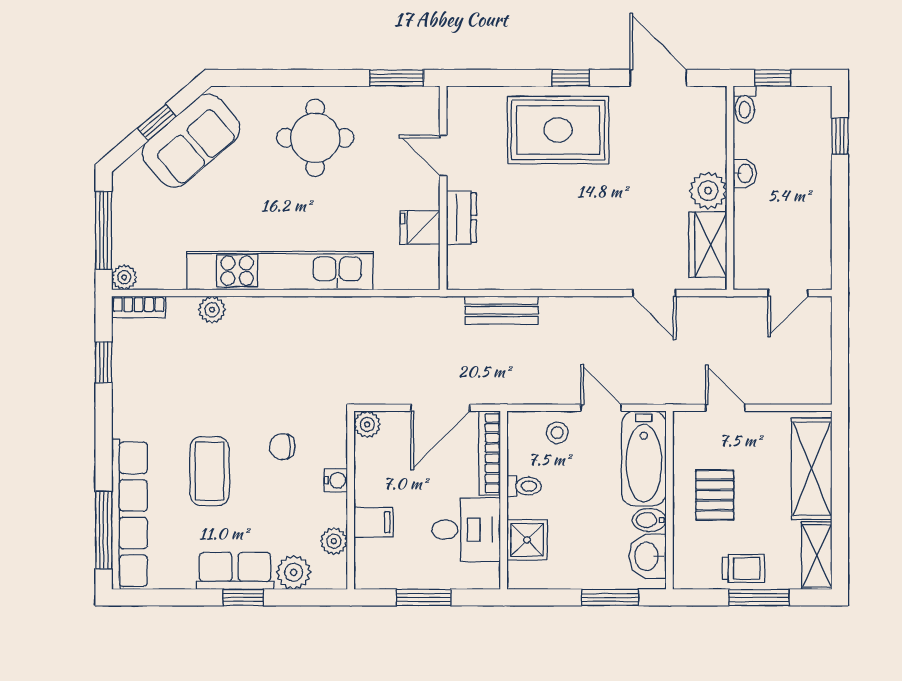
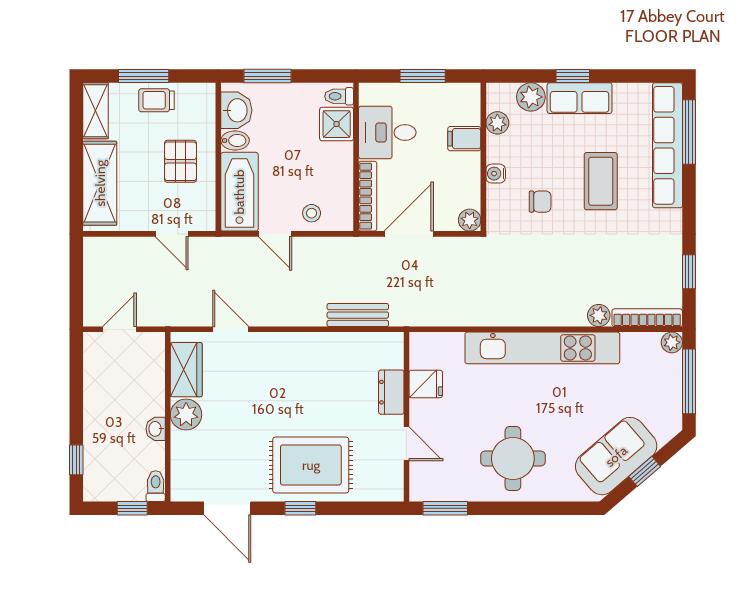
bookcase: (139, 307) -> (647, 318), width x1.56
toilet: (524, 486) -> (339, 96), moved

